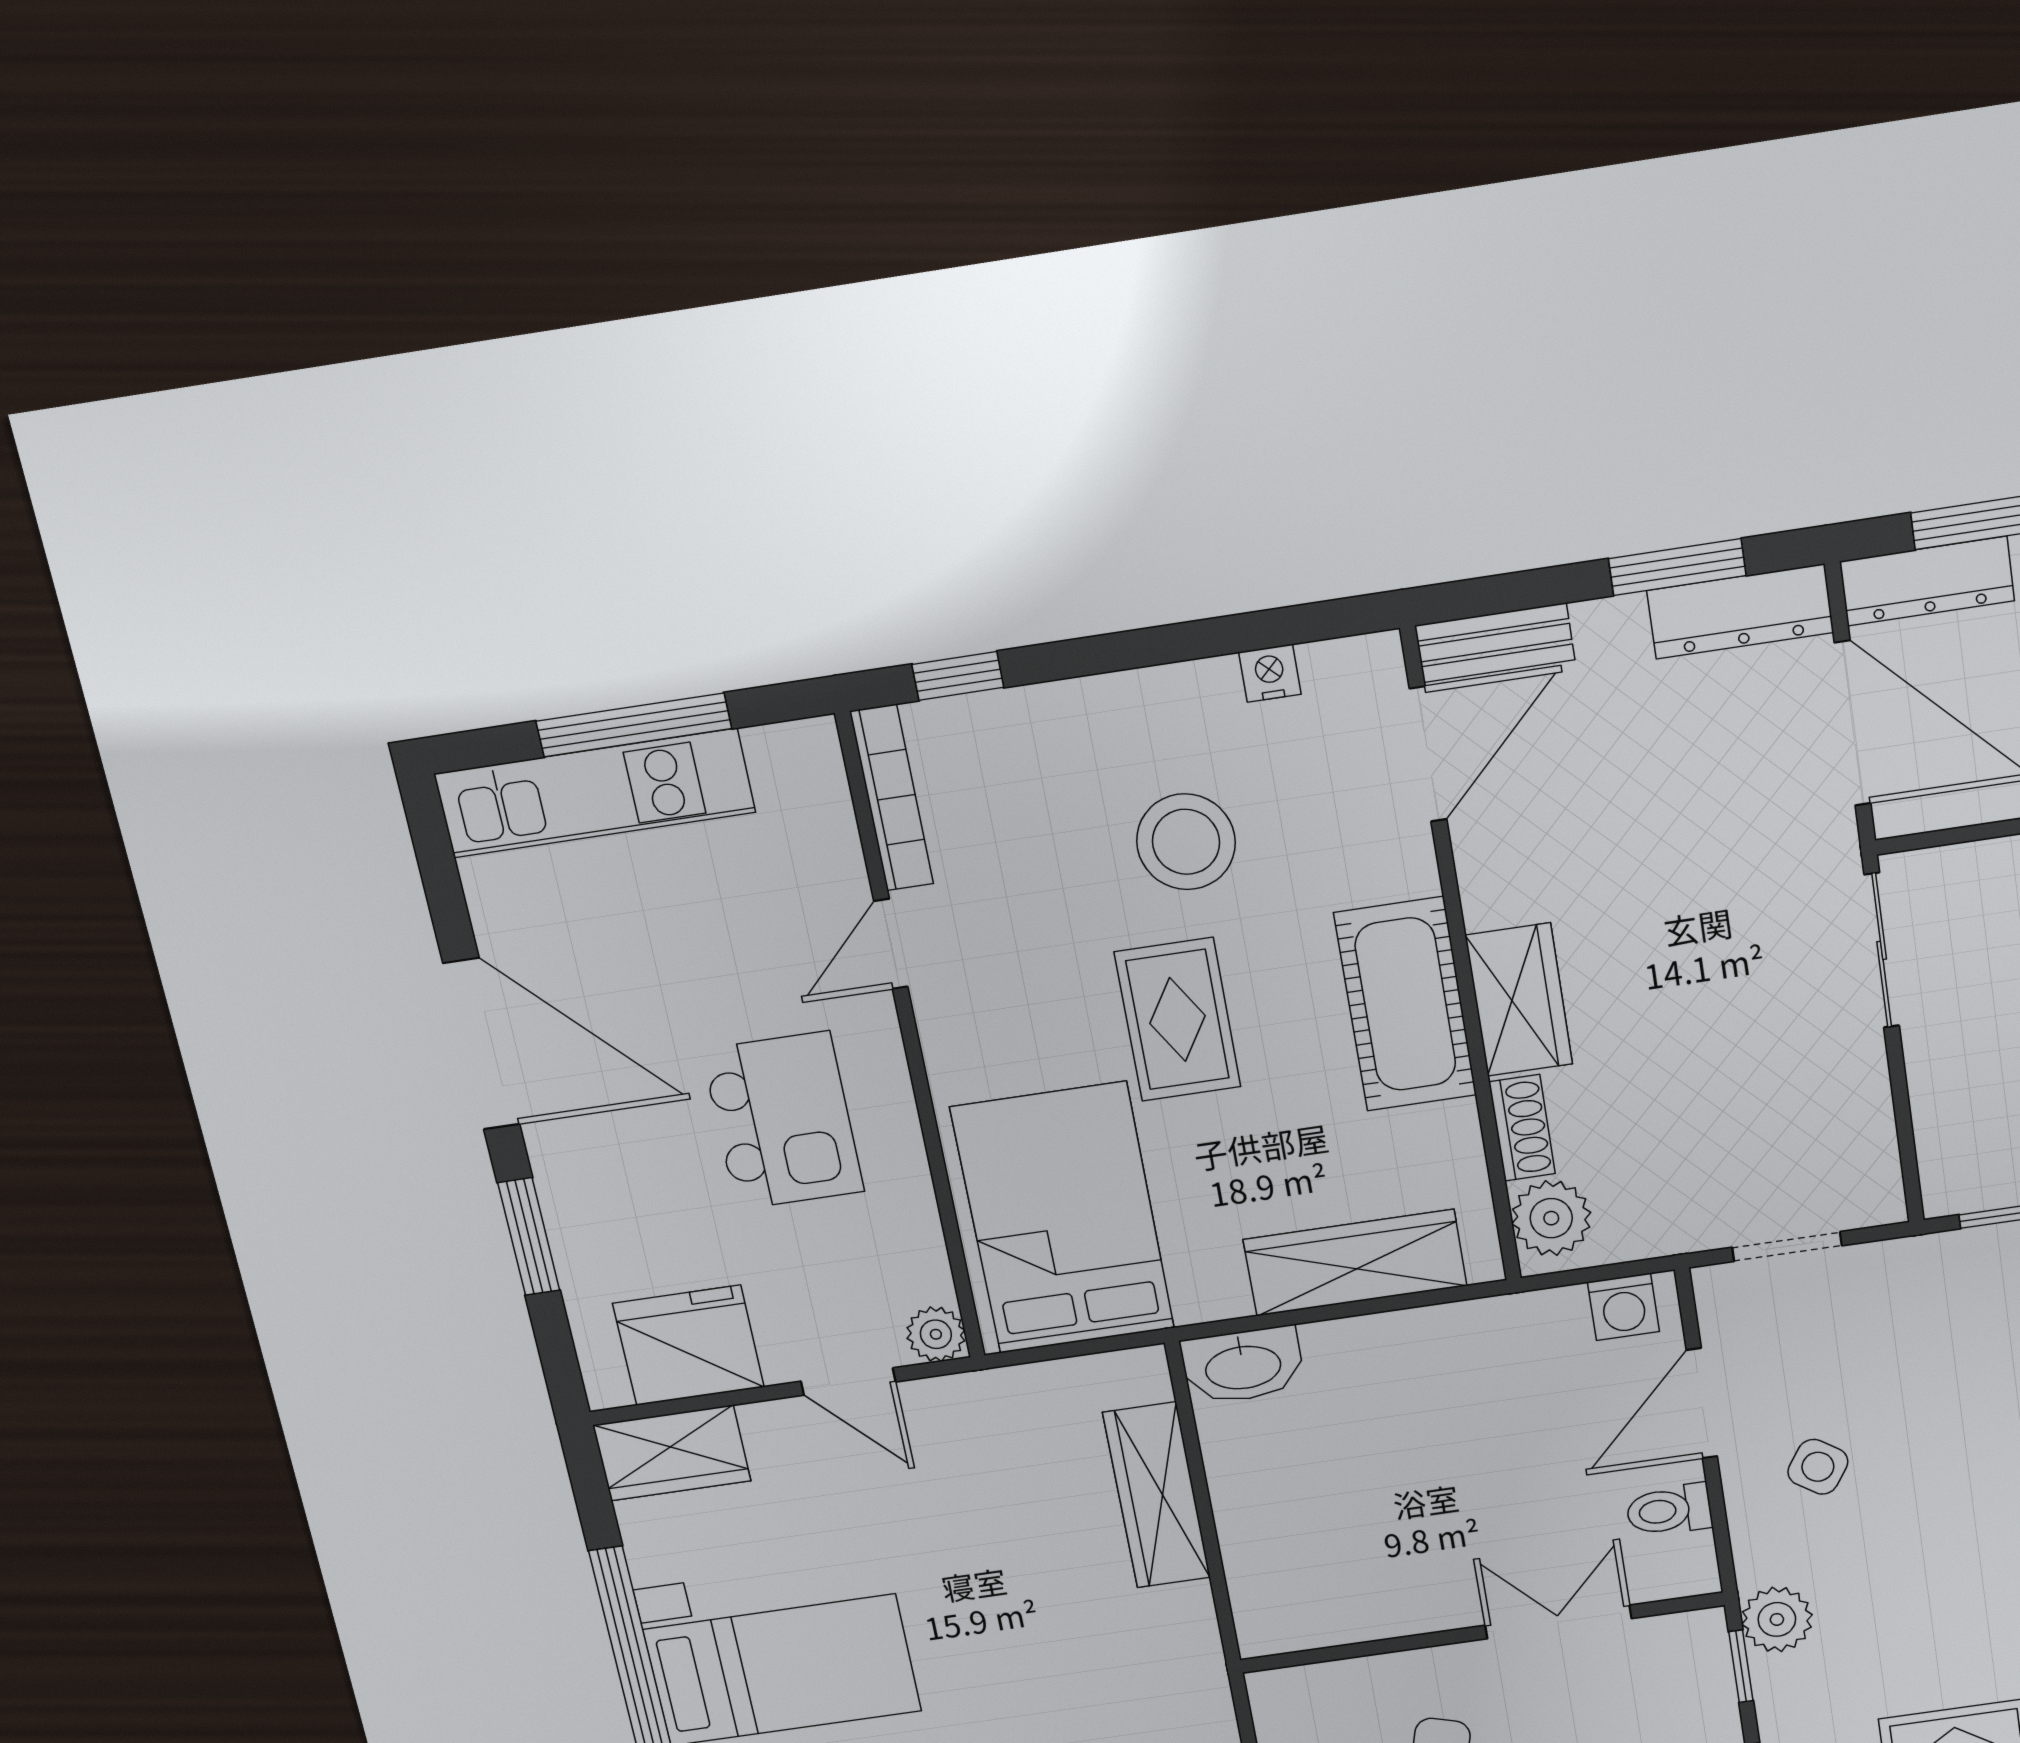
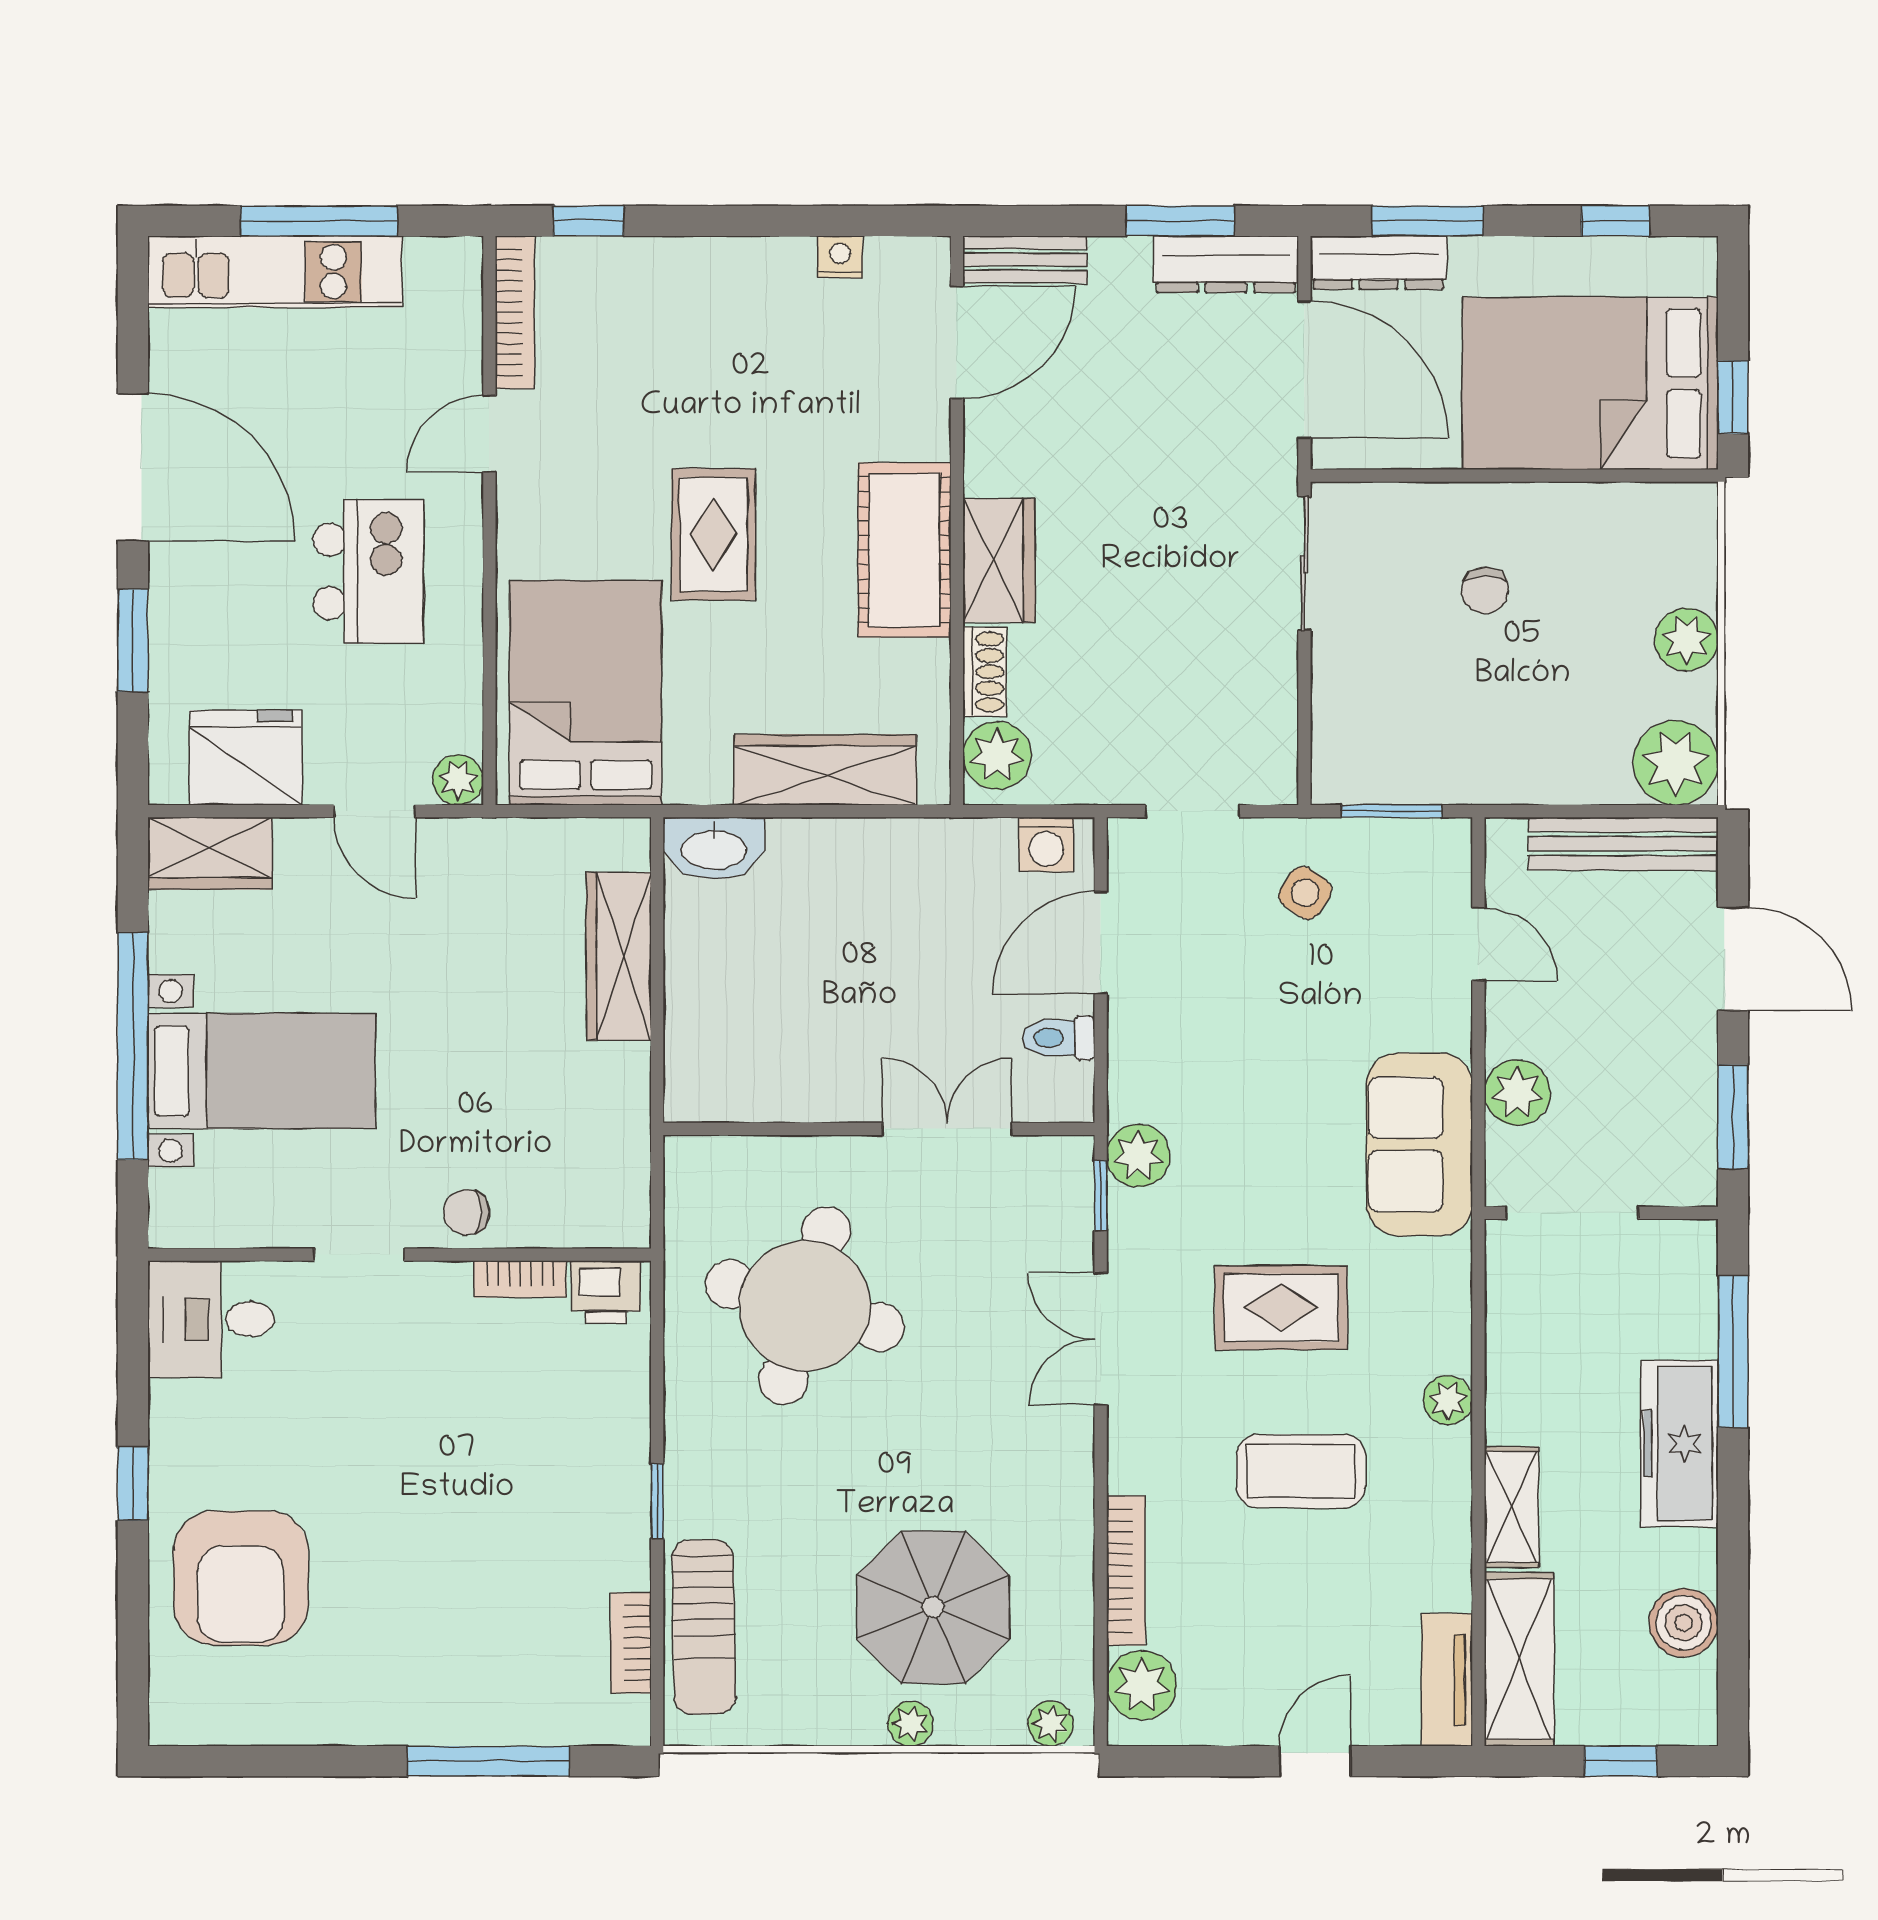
stool: (1186, 842) -> (748, 385), removed
side table: (1818, 1467) -> (1305, 893), moved

